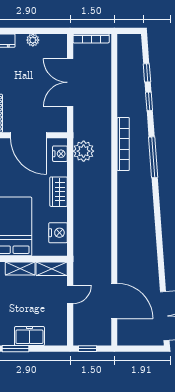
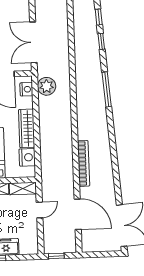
double door: (70, 82) -> (33, 42), moved
bookcase: (123, 144) -> (84, 163), moved
wardrobe: (59, 192) -> (27, 128), width x1.50

